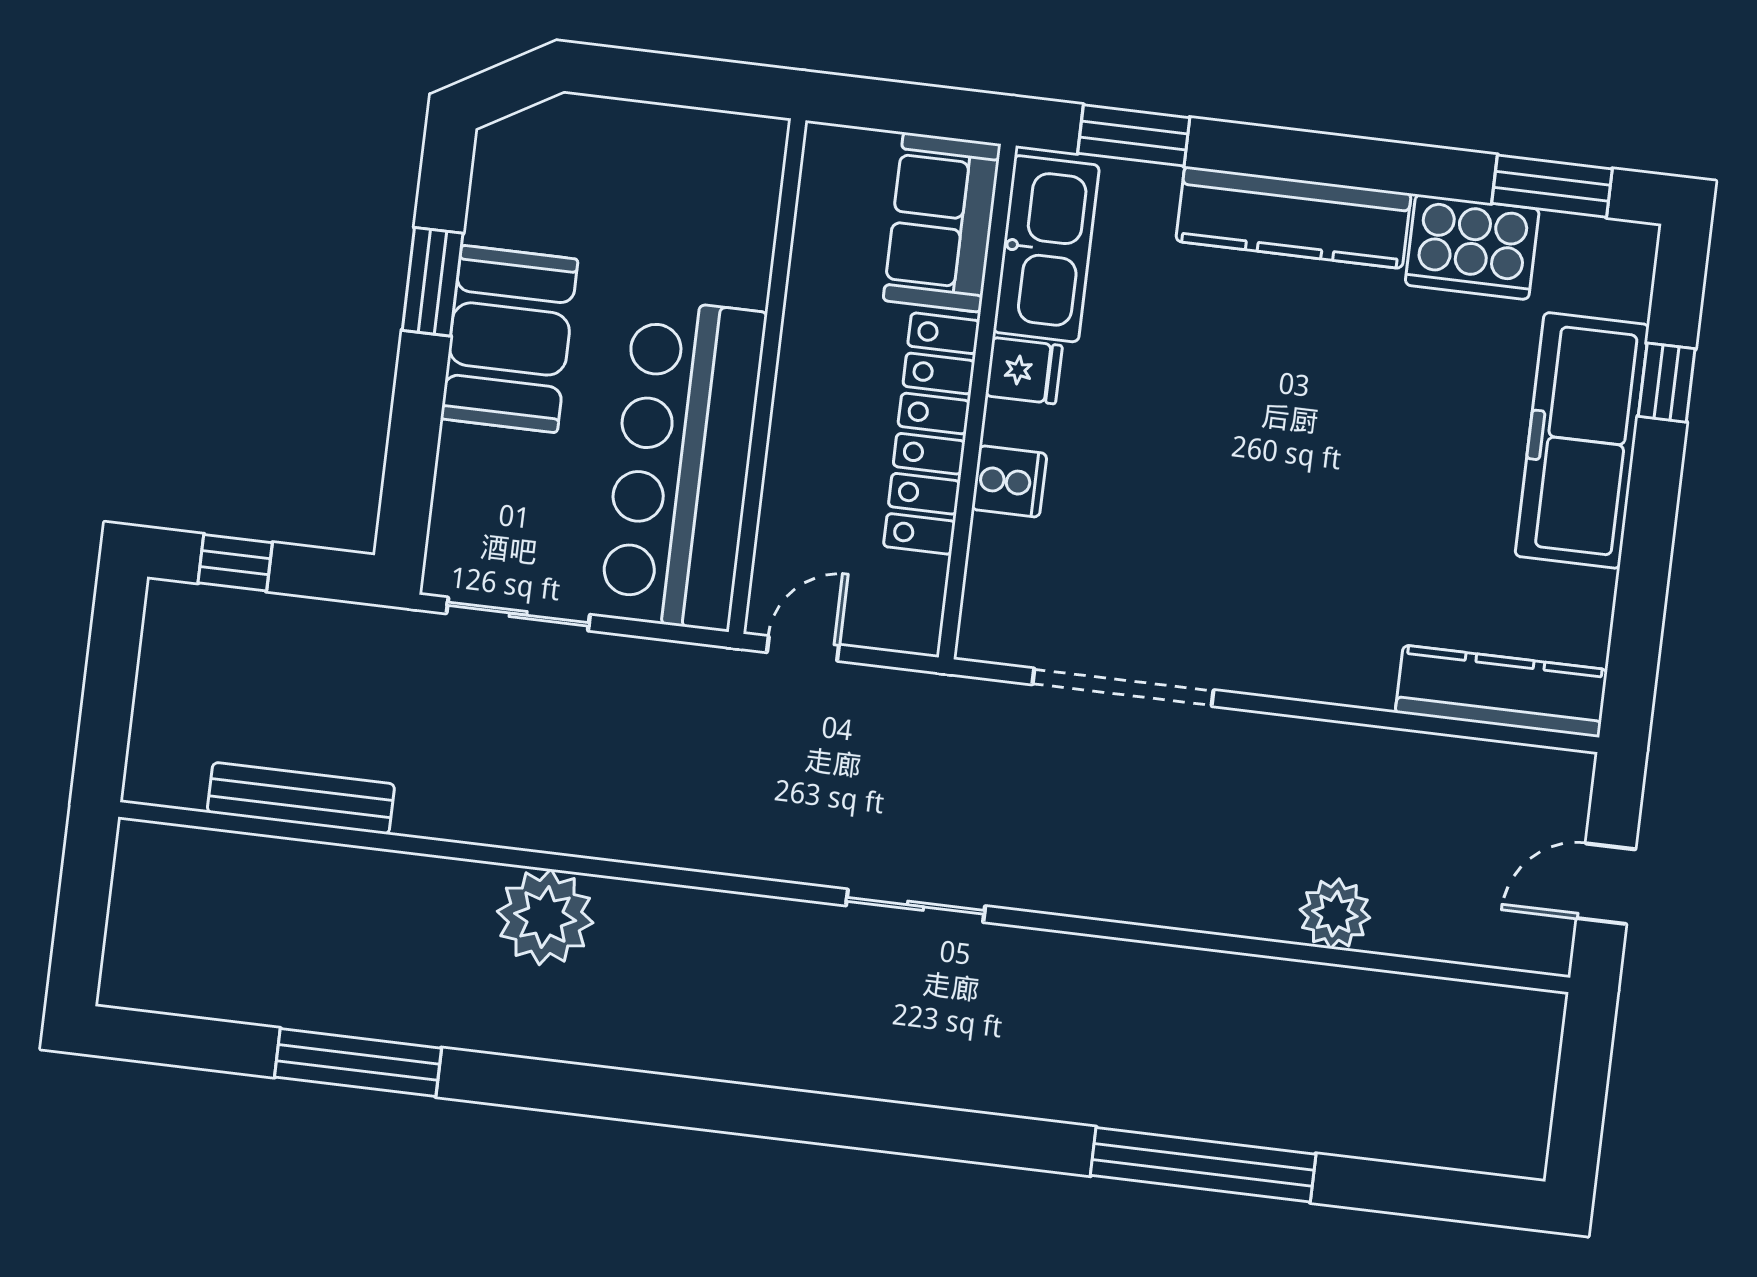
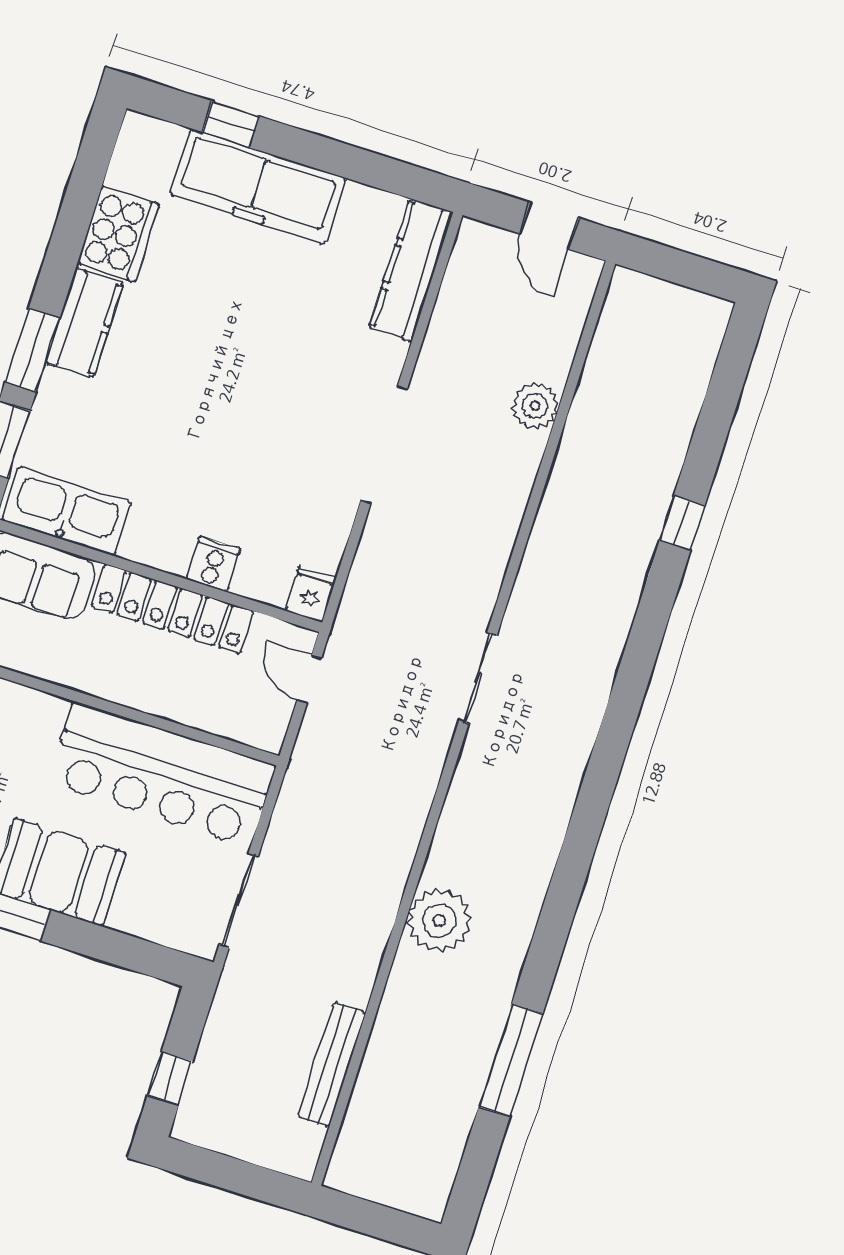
window: (1552, 186) -> (32, 350), moved
kitchen counter: (1293, 217) -> (84, 322), width x0.67
fridge: (1024, 371) -> (311, 594), moved
door: (803, 649) -> (309, 679), moved
doorway: (1123, 687) -> (384, 445), moved
window: (1203, 1165) -> (682, 523), width x0.32

